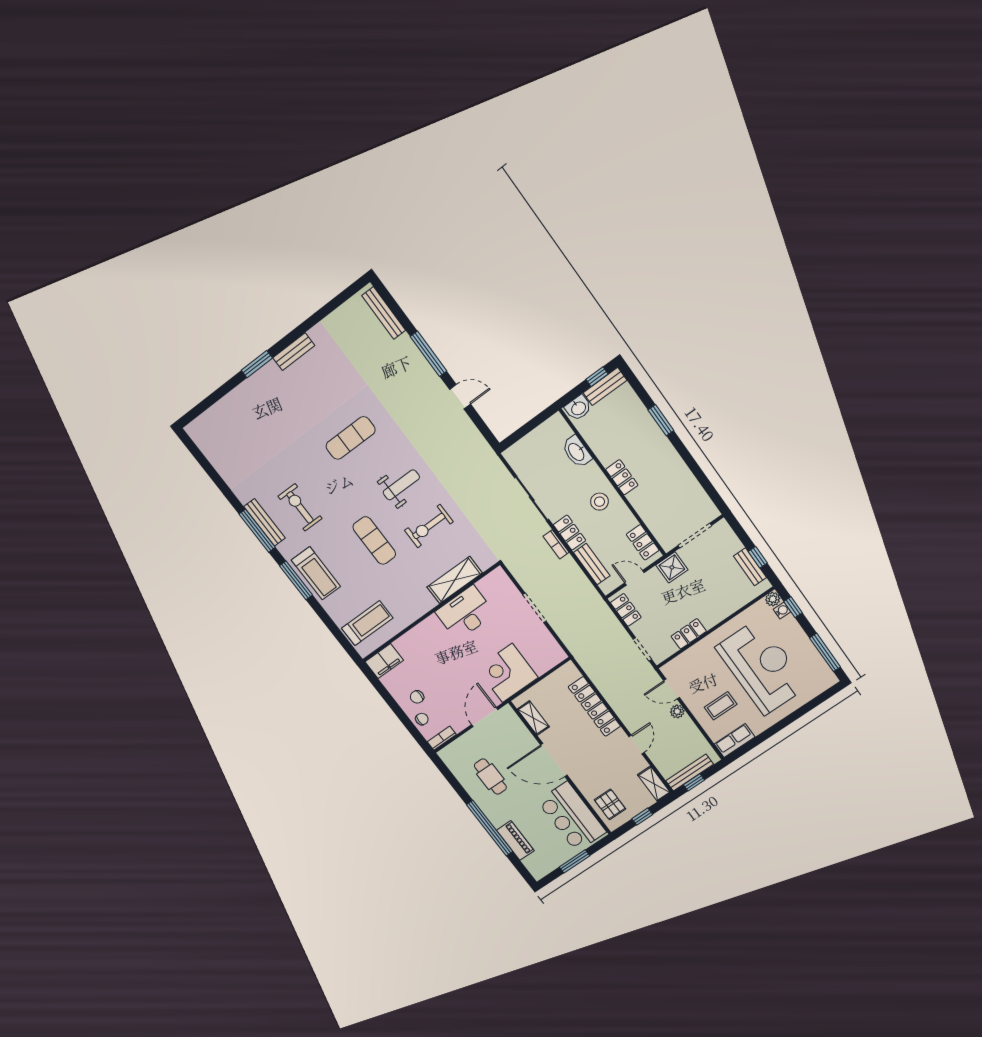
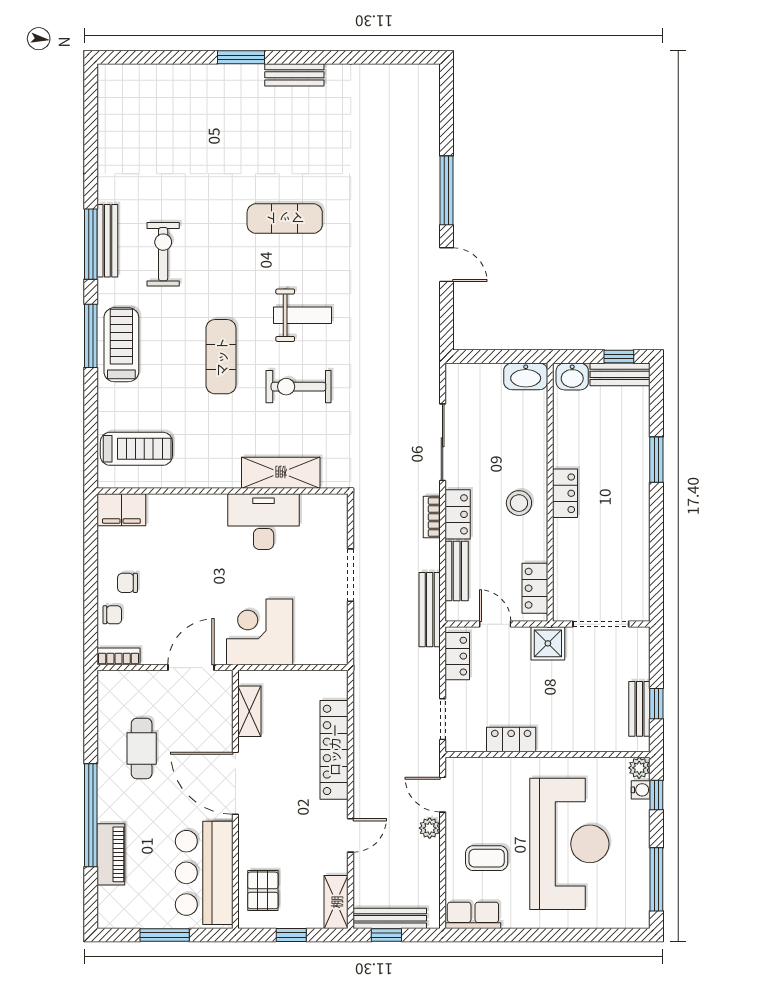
bench: (384, 313) -> (430, 610), moved
washbasin: (577, 452) -> (526, 376), moved, turned -90
treadmill: (316, 573) -> (121, 345), turned 180

